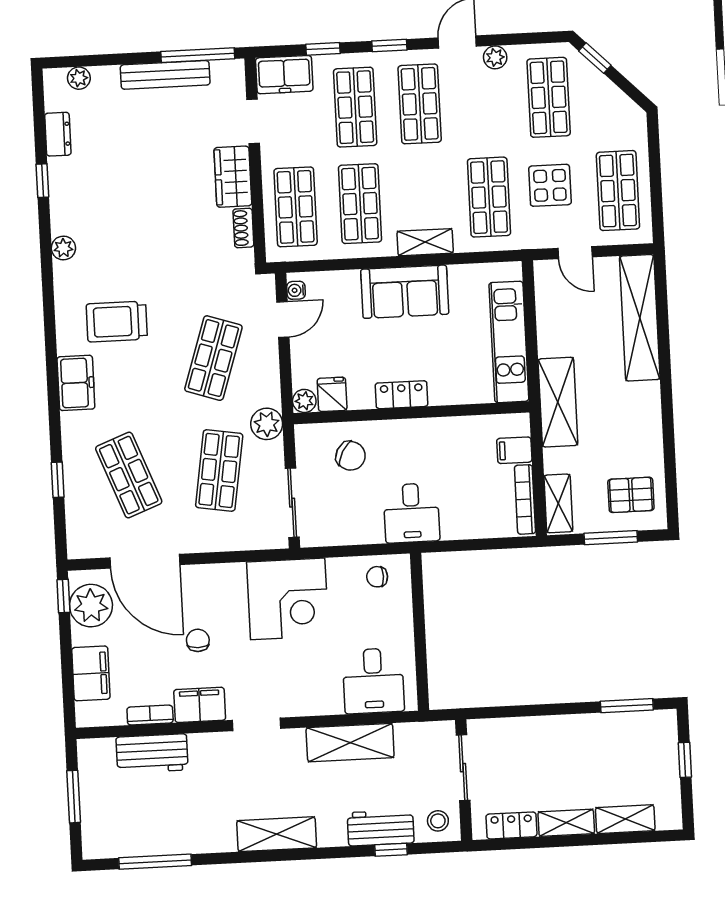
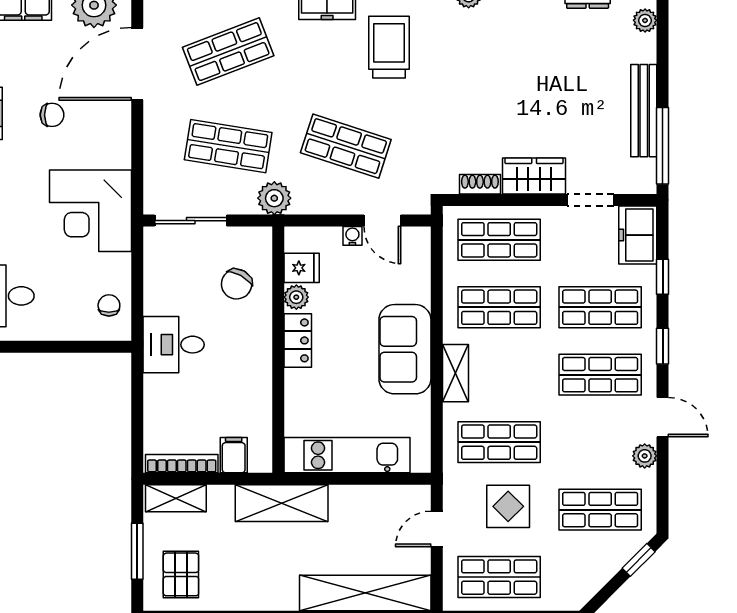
water cooler: (296, 290) -> (352, 236), moved
plant: (304, 401) -> (296, 297), moved

